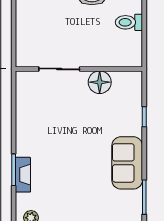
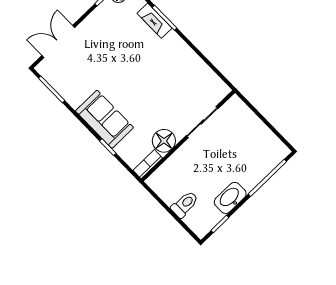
bookcase: (127, 77) -> (148, 164), added
sofa: (127, 163) -> (104, 119), moved

